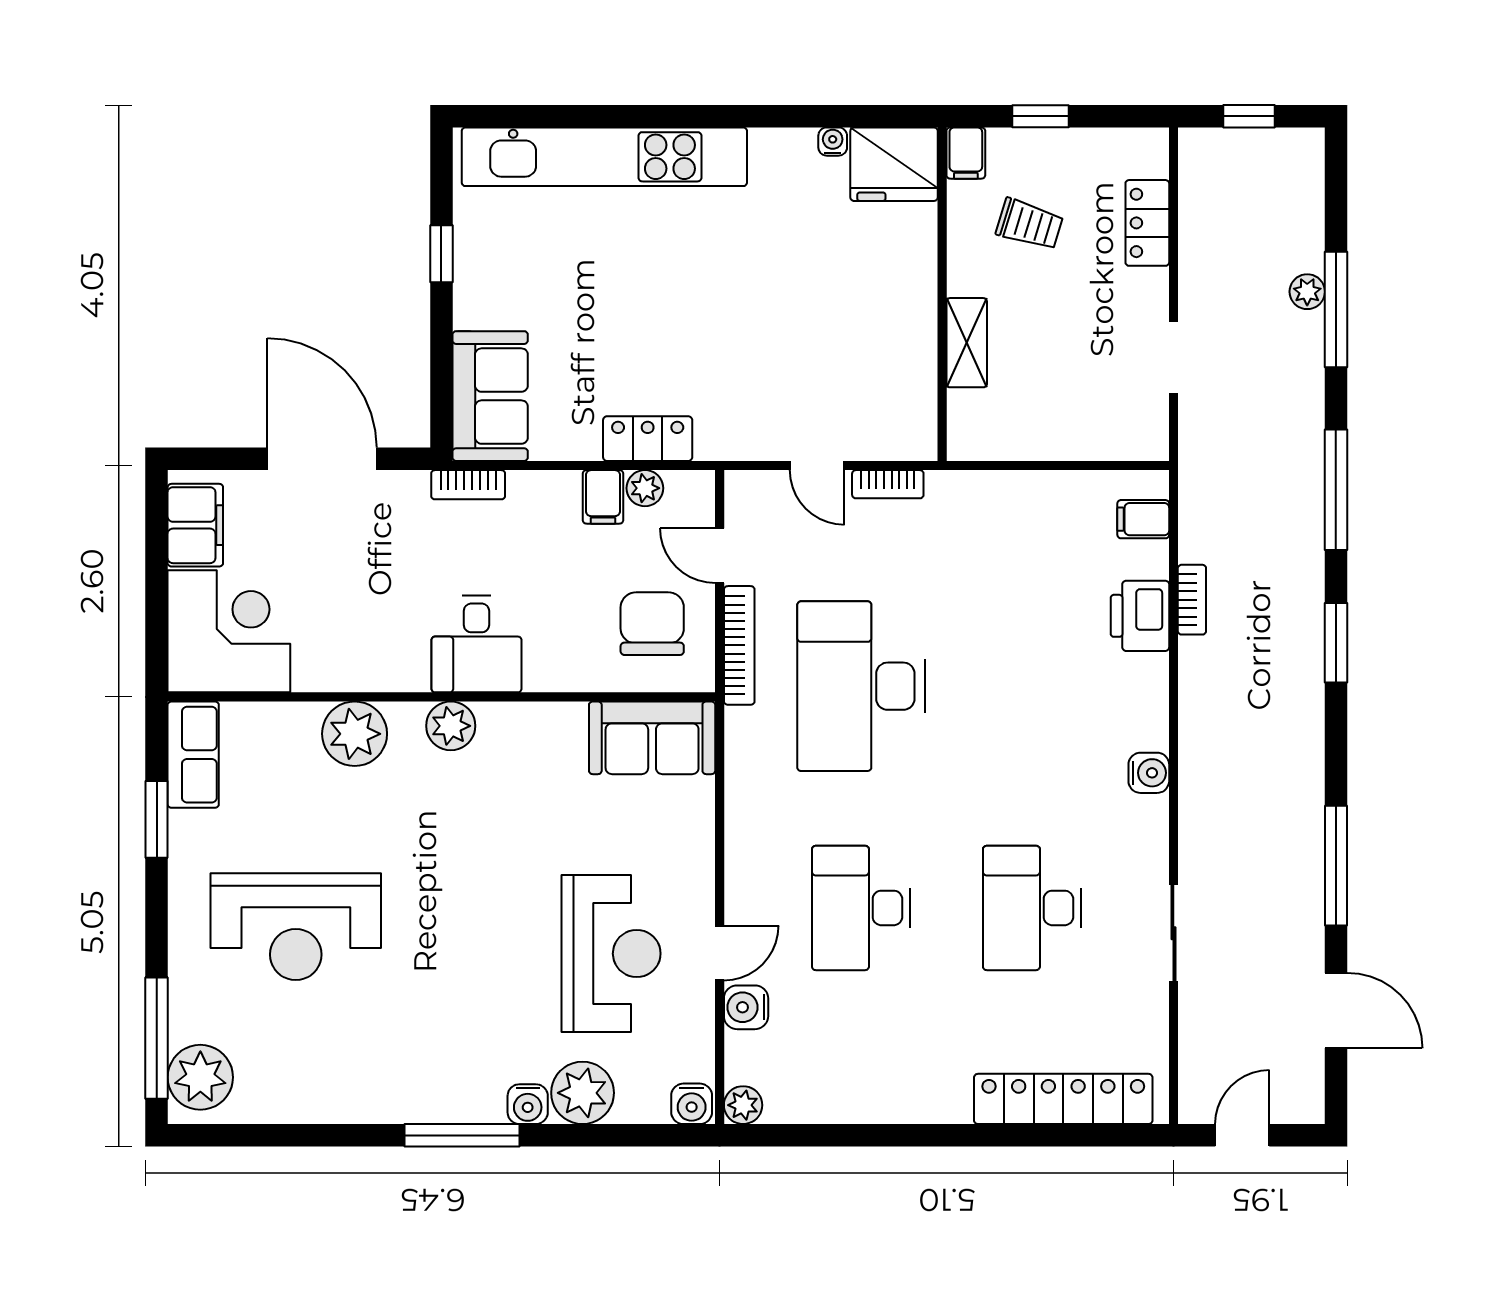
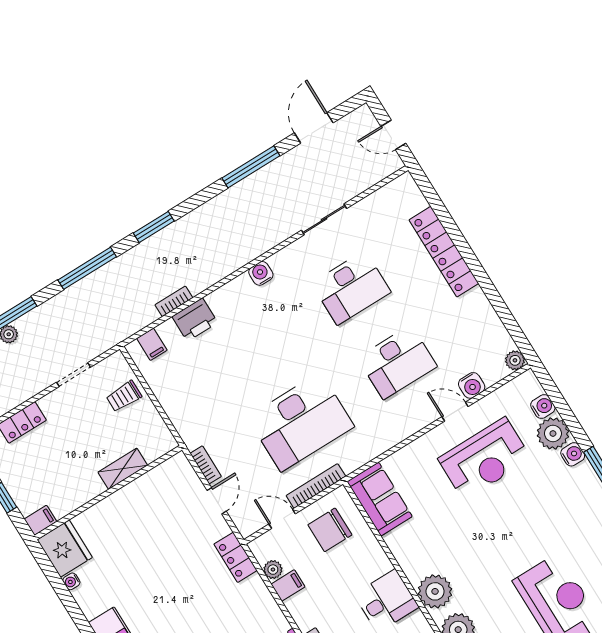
trolley: (1030, 224) -> (124, 396), moved, turned -107
locker: (648, 439) -> (235, 557), moved
door: (720, 556) -> (282, 519), swing flipped
plant: (451, 726) -> (435, 591), width x1.36, depth x1.36
reception desk: (611, 954) -> (485, 459), turned 180
locker: (1063, 1099) -> (444, 252), moved
water cooler: (692, 1104) -> (543, 407), moved

